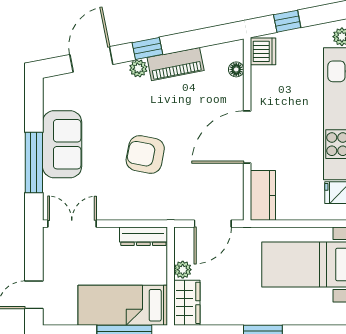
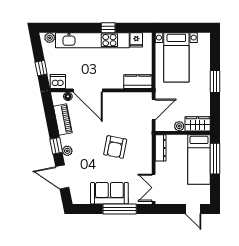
piano: (176, 64) -> (63, 119), moved
door: (247, 137) -> (88, 90), moved
door: (213, 224) -> (154, 109), hinge flipped

